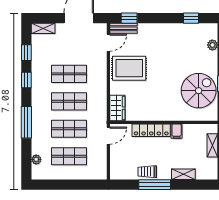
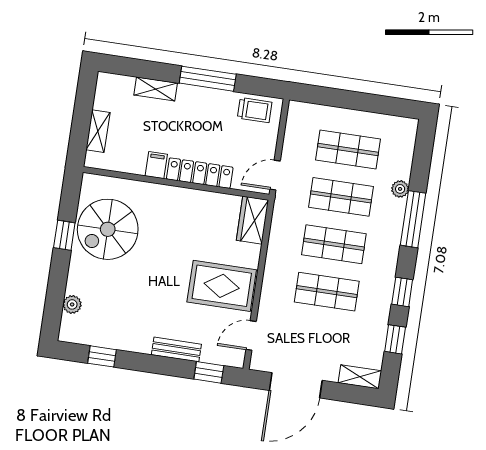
bench: (124, 28) -> (176, 350), moved
plant: (36, 159) -> (400, 189), moved
trolley: (147, 172) -> (255, 110), moved

